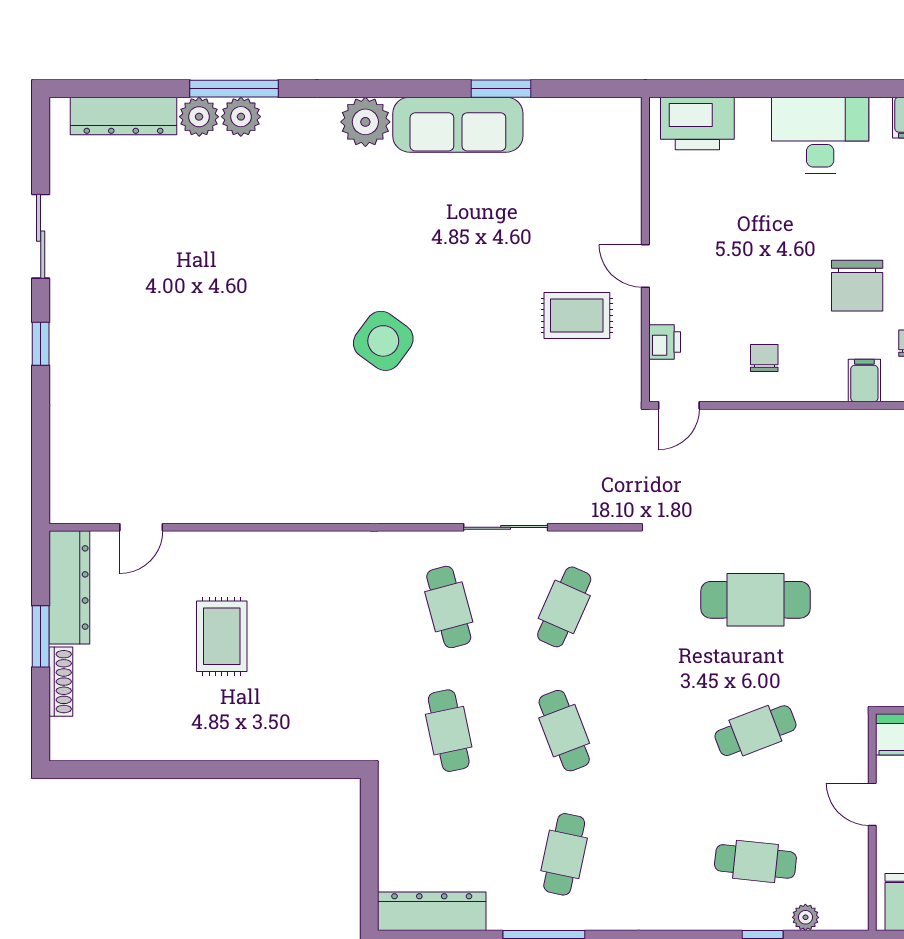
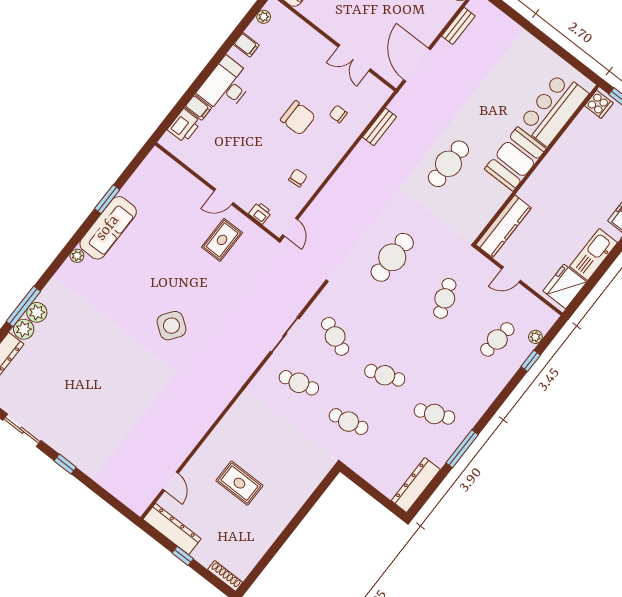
plant: (365, 122) -> (77, 256), width x0.53, depth x0.53
printer: (697, 124) -> (184, 126), width x0.73, depth x0.84
chair: (764, 358) -> (298, 178), turned 85
filing cabinet: (864, 381) -> (198, 107), moved, turned 180
window: (41, 636) -> (183, 556), width x0.67
shoe rack: (61, 682) -> (225, 576), moved
cafe table: (564, 854) -> (434, 414), turned -36

